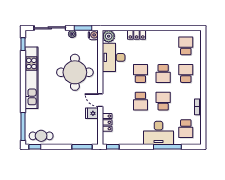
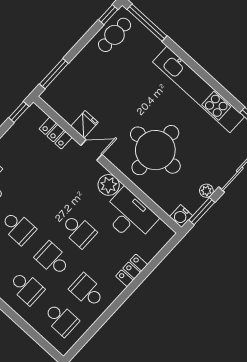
plant: (109, 36) -> (109, 185), moved
school desk: (140, 101) -> (87, 291), moved

